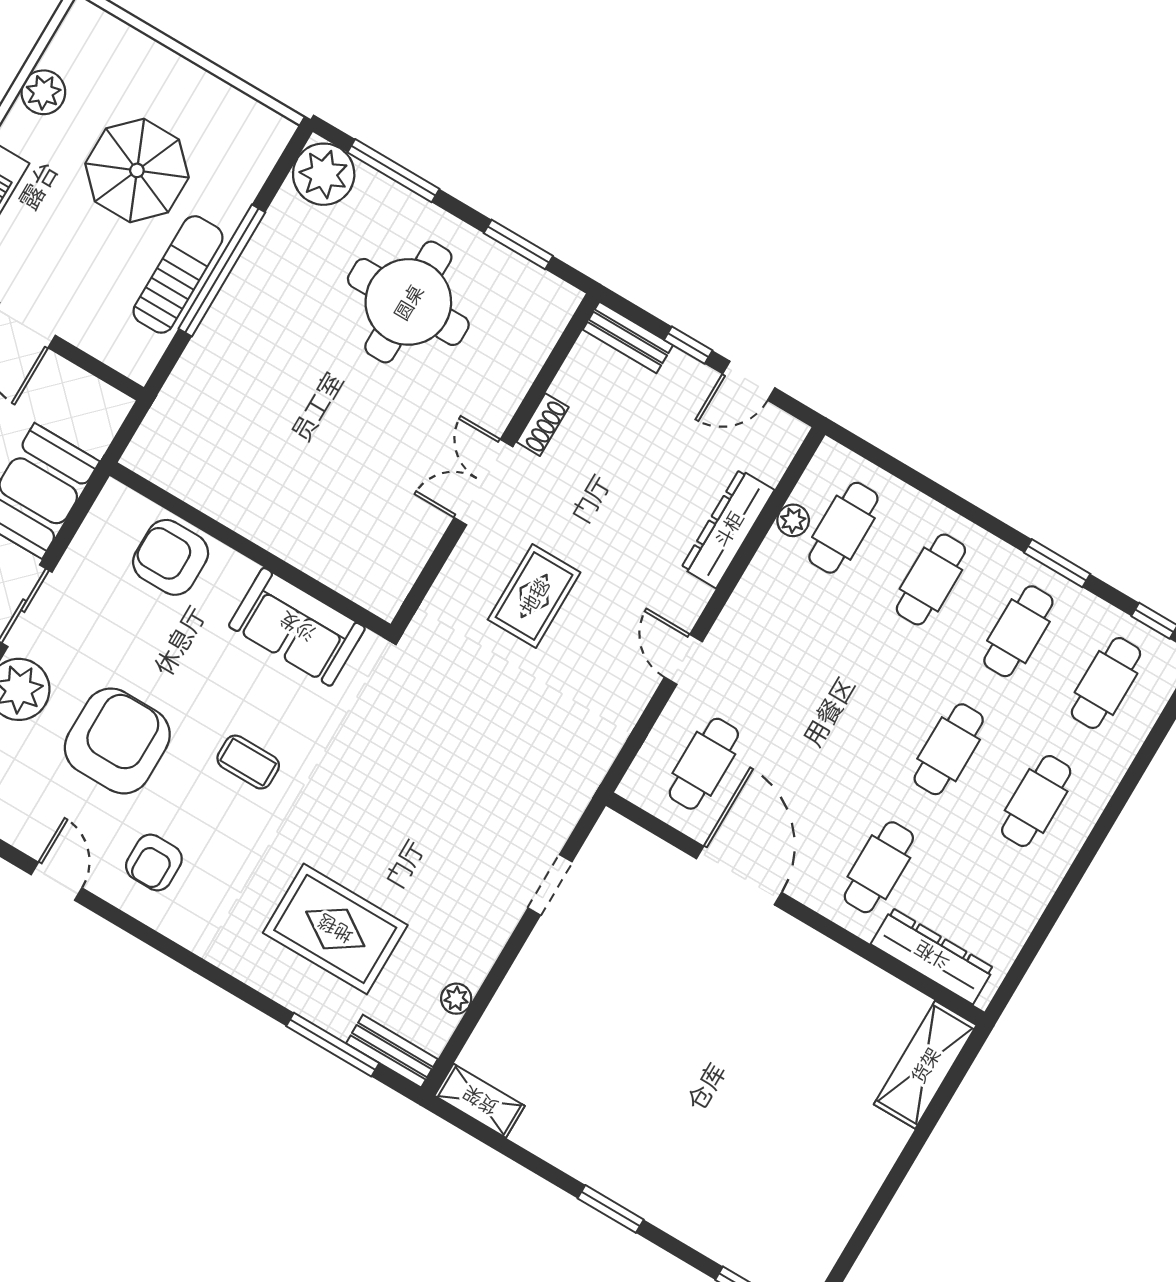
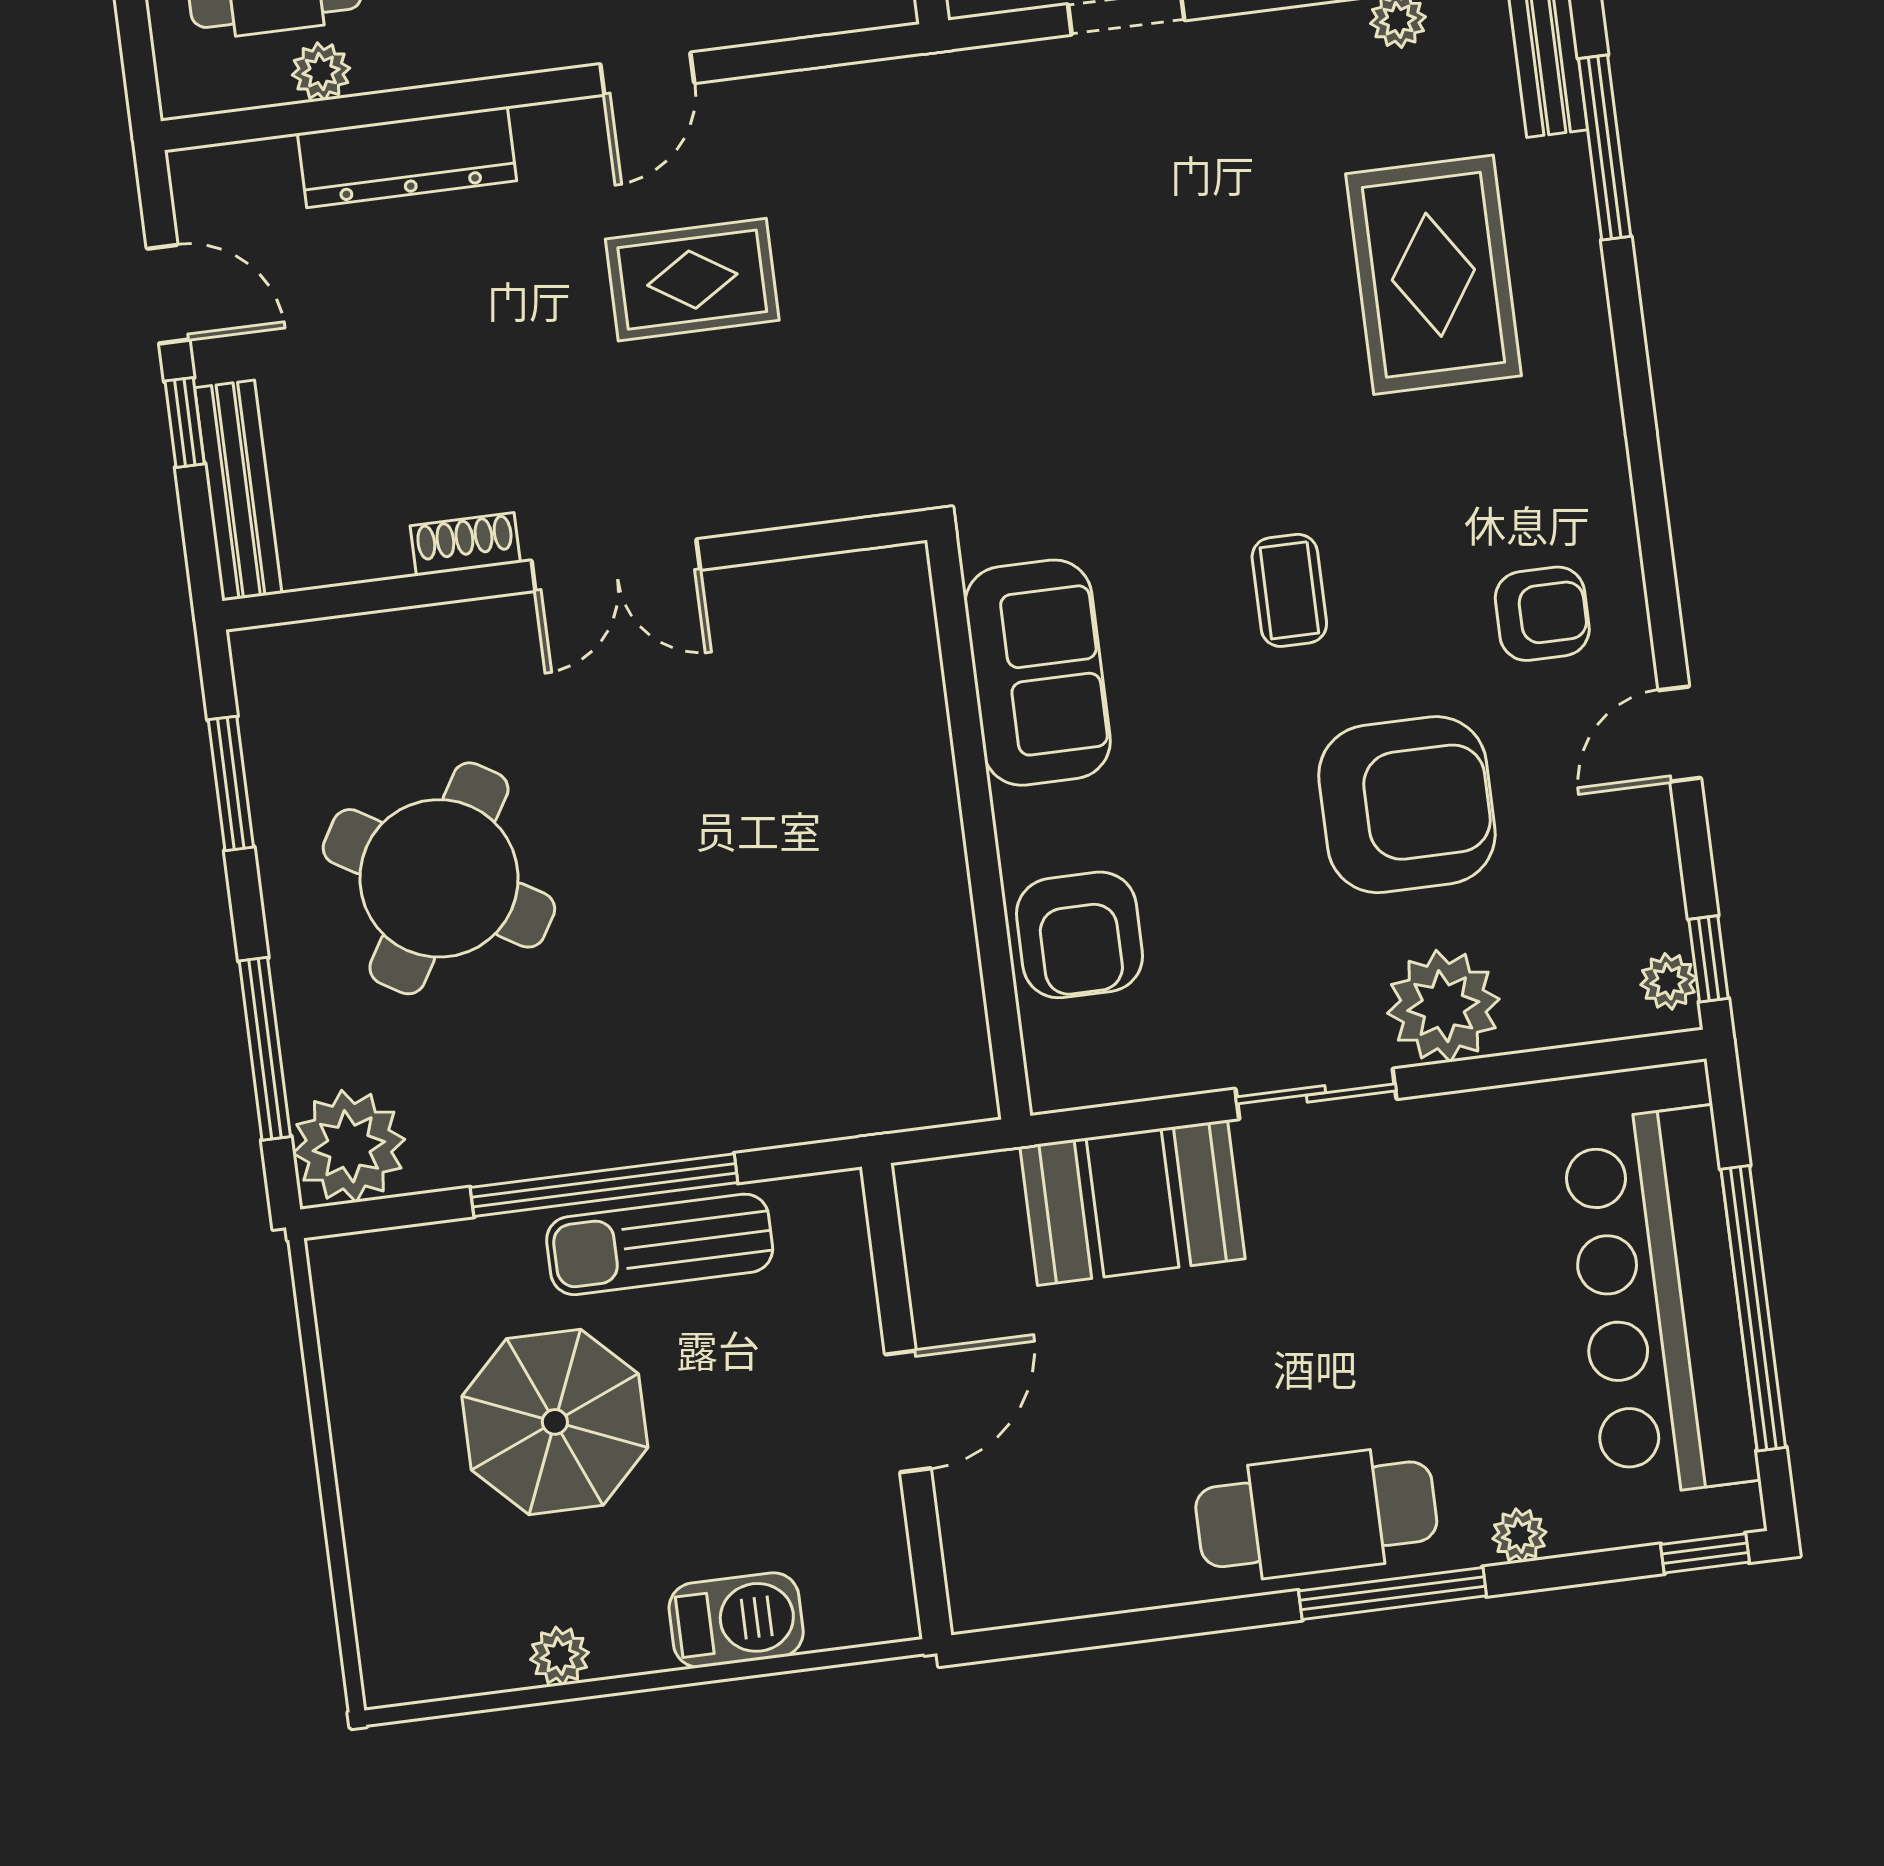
plant: (43, 92) -> (559, 1656), width x0.73, depth x0.73
round table: (408, 302) -> (439, 878), turned 31
bench: (628, 337) -> (238, 490), width x1.36
rug: (534, 596) -> (692, 280), moved
armchair: (117, 741) -> (1407, 805), turned 180

